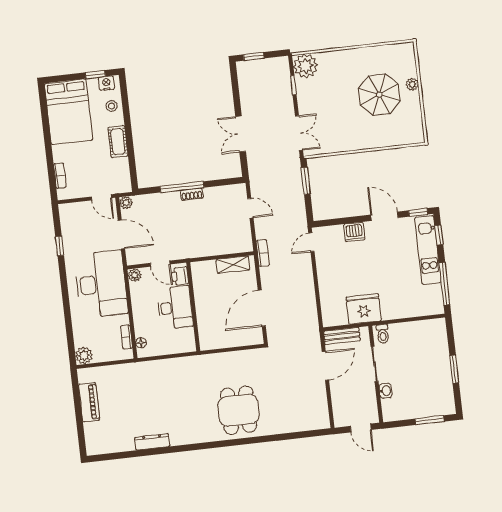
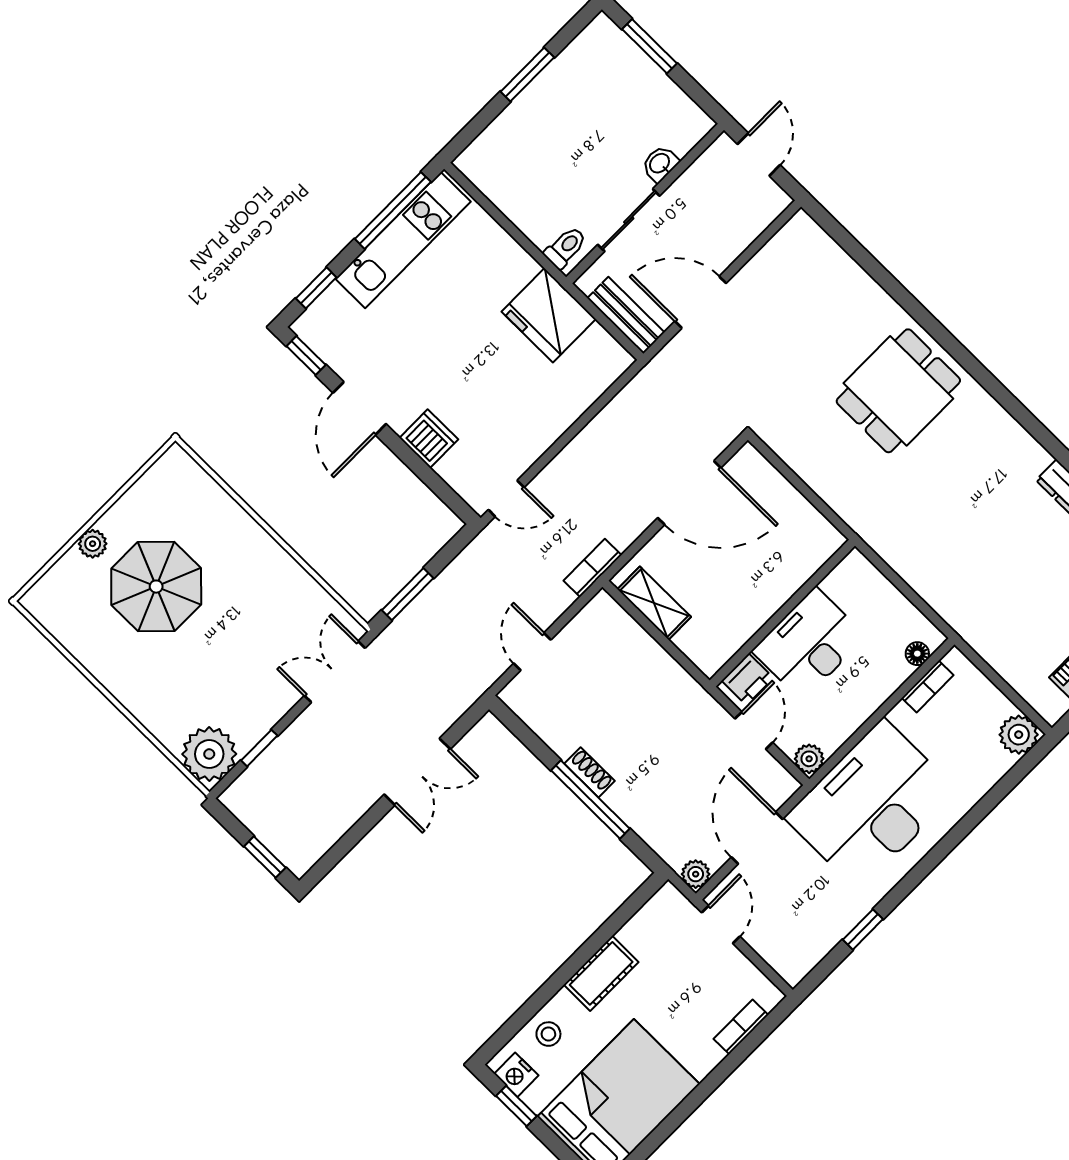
kitchen unit: (428, 250) -> (403, 240), moved

